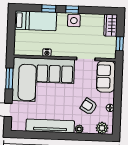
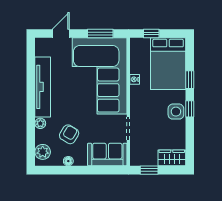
bed: (36, 21) -> (168, 64), width x1.50
window: (11, 38) -> (151, 33), added

